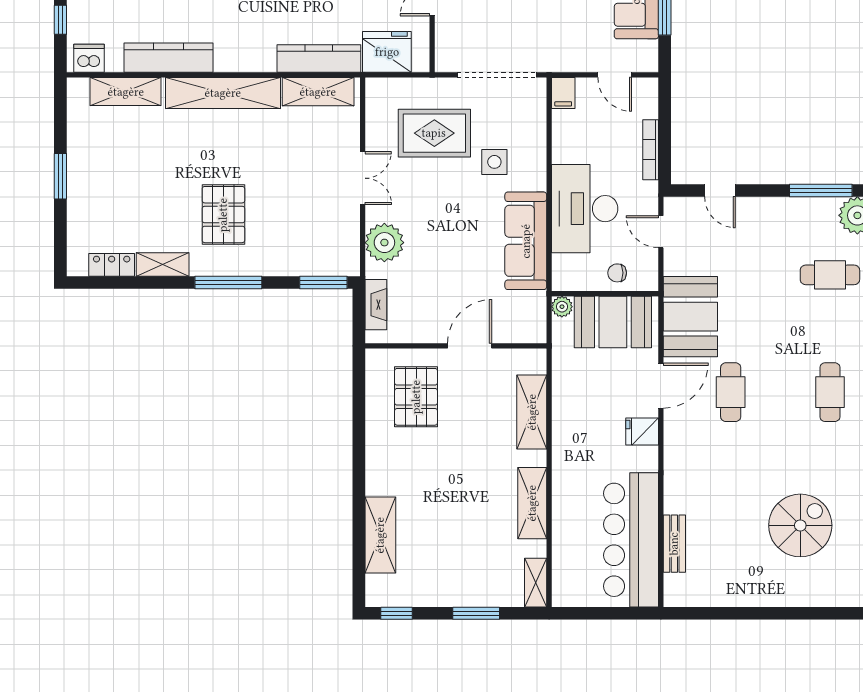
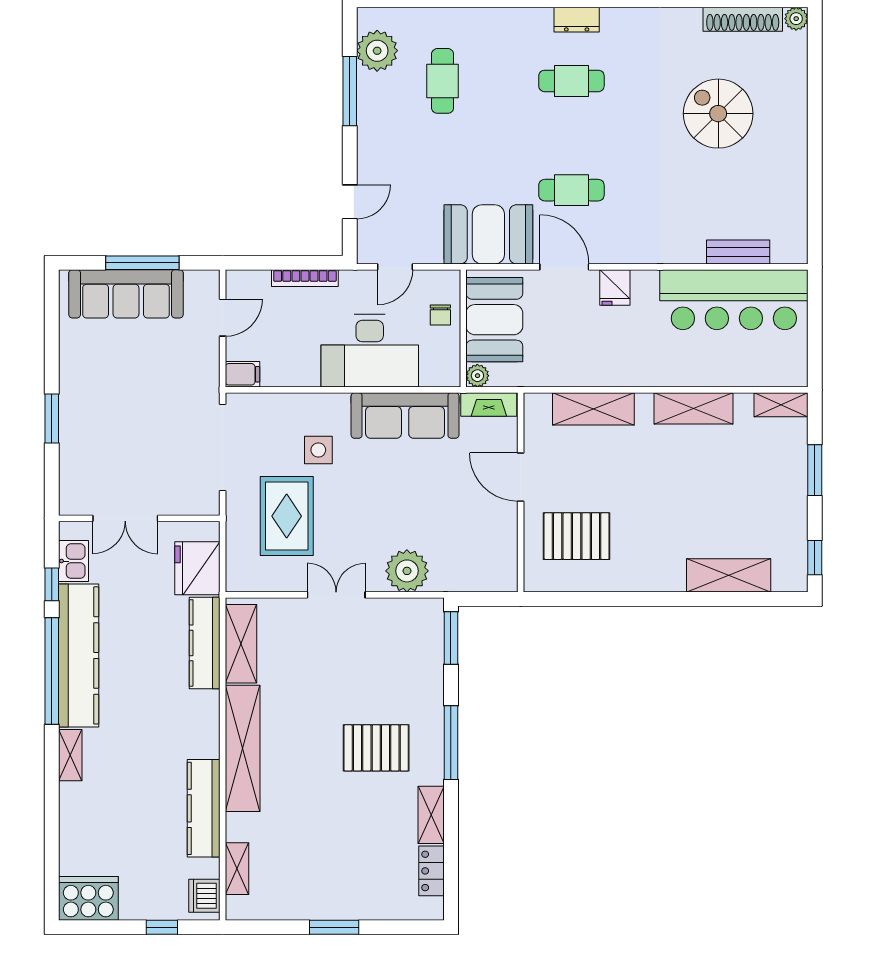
shelving: (126, 92) -> (237, 869), width x0.67, depth x0.75
fireplace: (376, 305) -> (489, 404), moved, turned 180

